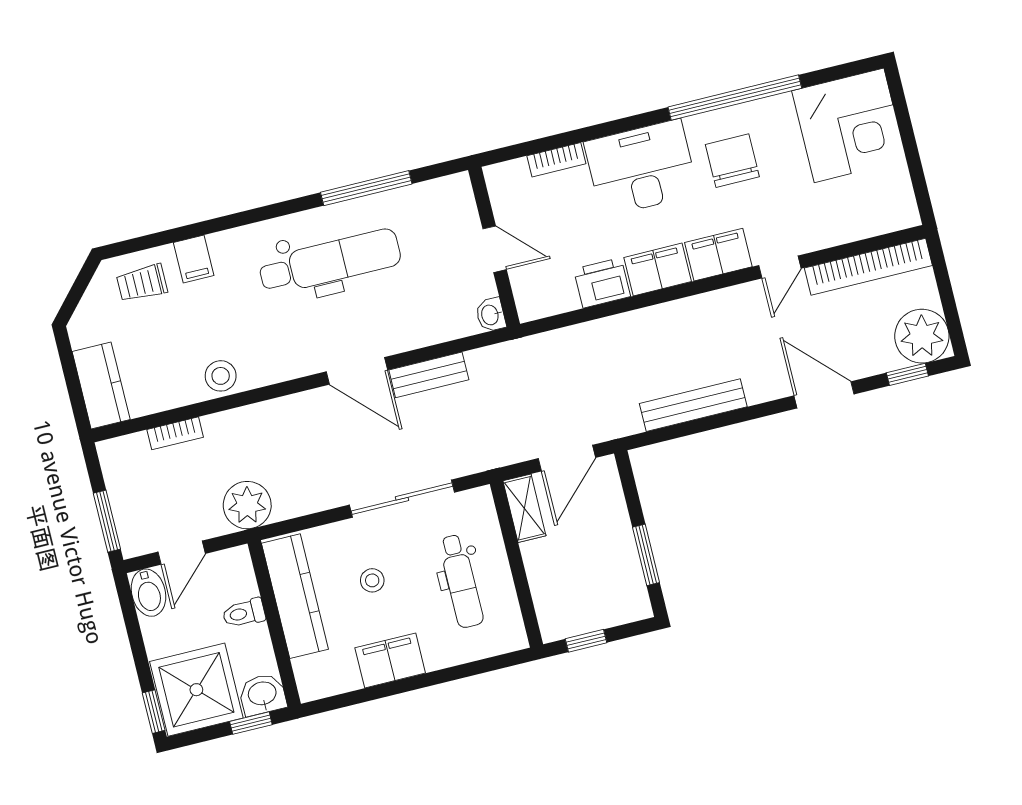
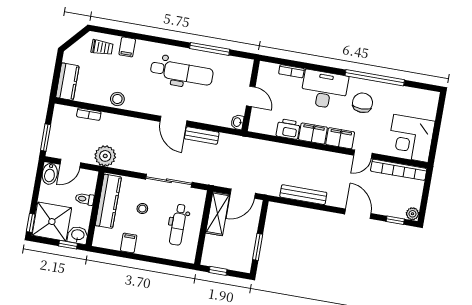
corner desk: (849, 125) -> (411, 138), moved, turned 90
trolley: (142, 283) -> (102, 47), turned 180
plant: (922, 336) -> (412, 214), width x0.53, depth x0.53
shelving: (524, 508) -> (218, 214), width x1.50, depth x1.33
filing cabinet: (390, 660) -> (129, 243), width x0.50

